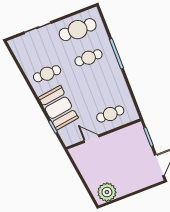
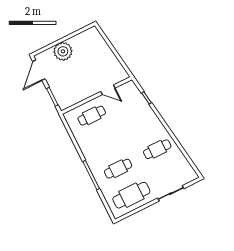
booth: (58, 108) -> (143, 117), removed
plant: (107, 192) -> (63, 51), moved

